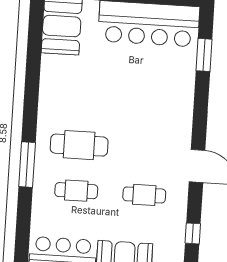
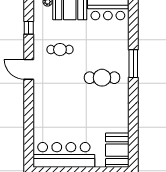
window: (204, 55) -> (29, 138), removed
cafe table: (76, 191) -> (102, 50), removed

